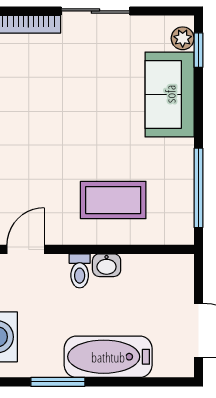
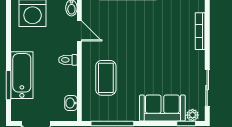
sliding door: (95, 11) -> (207, 88), moved
washbasin: (107, 265) -> (71, 103), moved
window: (58, 382) -> (8, 85), moved

